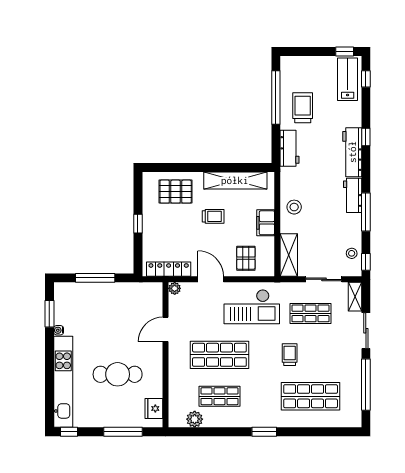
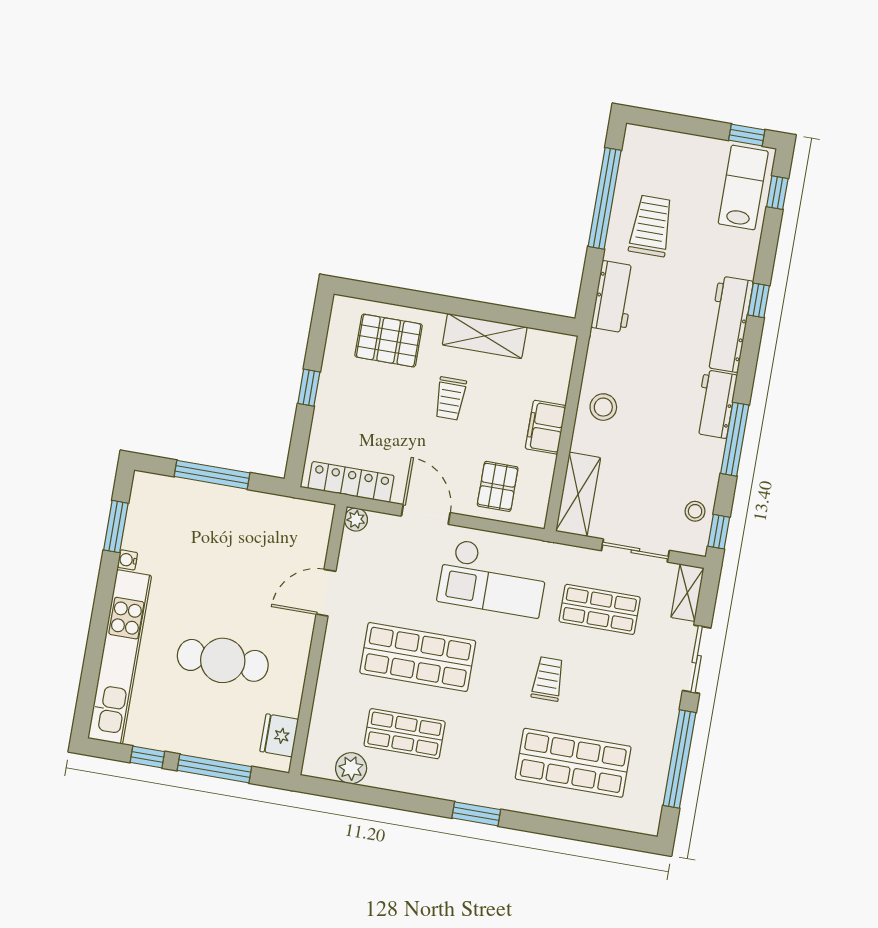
shelving: (235, 180) -> (485, 336), width x0.68
trolley: (213, 216) -> (450, 398), turned 90
window: (69, 432) -> (147, 757), moved

